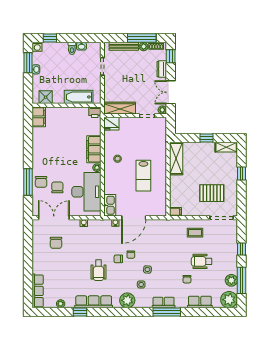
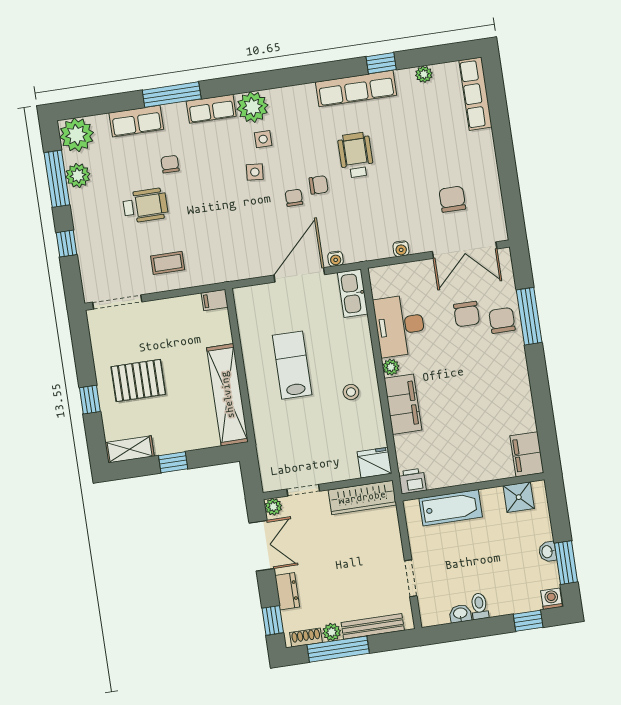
shelving: (176, 158) -> (227, 395), width x1.47
desk: (86, 192) -> (400, 326), width x0.73, depth x0.77
pallet: (212, 193) -> (138, 380), moved
plant: (127, 300) -> (252, 107), moved
window: (167, 312) -> (172, 94), moved

